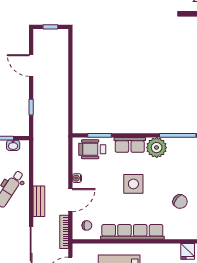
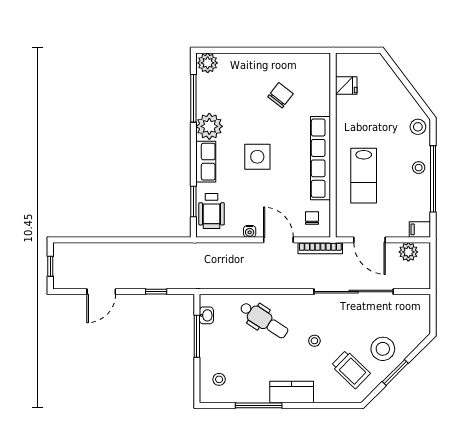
bench: (39, 201) -> (280, 281), removed

